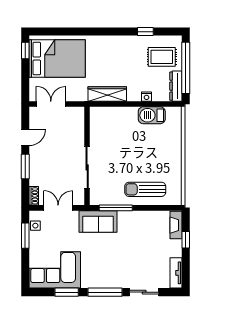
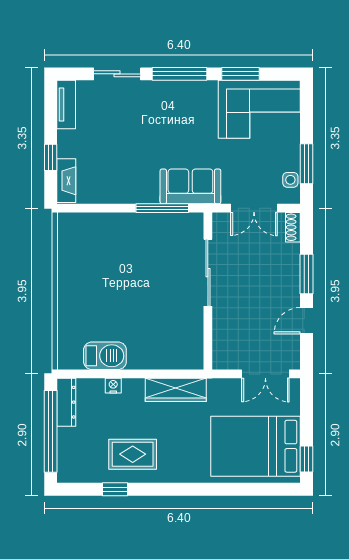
rug: (162, 57) -> (133, 454), moved
sun lounger: (145, 189) -> (115, 238), removed

